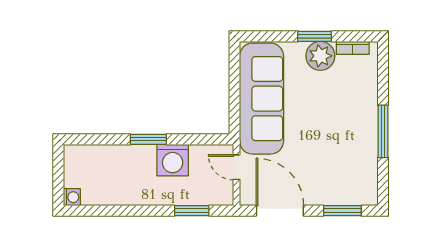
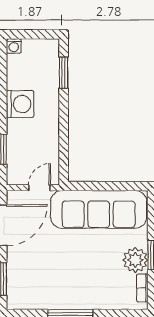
window: (148, 139) -> (64, 73), moved
washing machine: (173, 160) -> (20, 104), moved, turned 180

